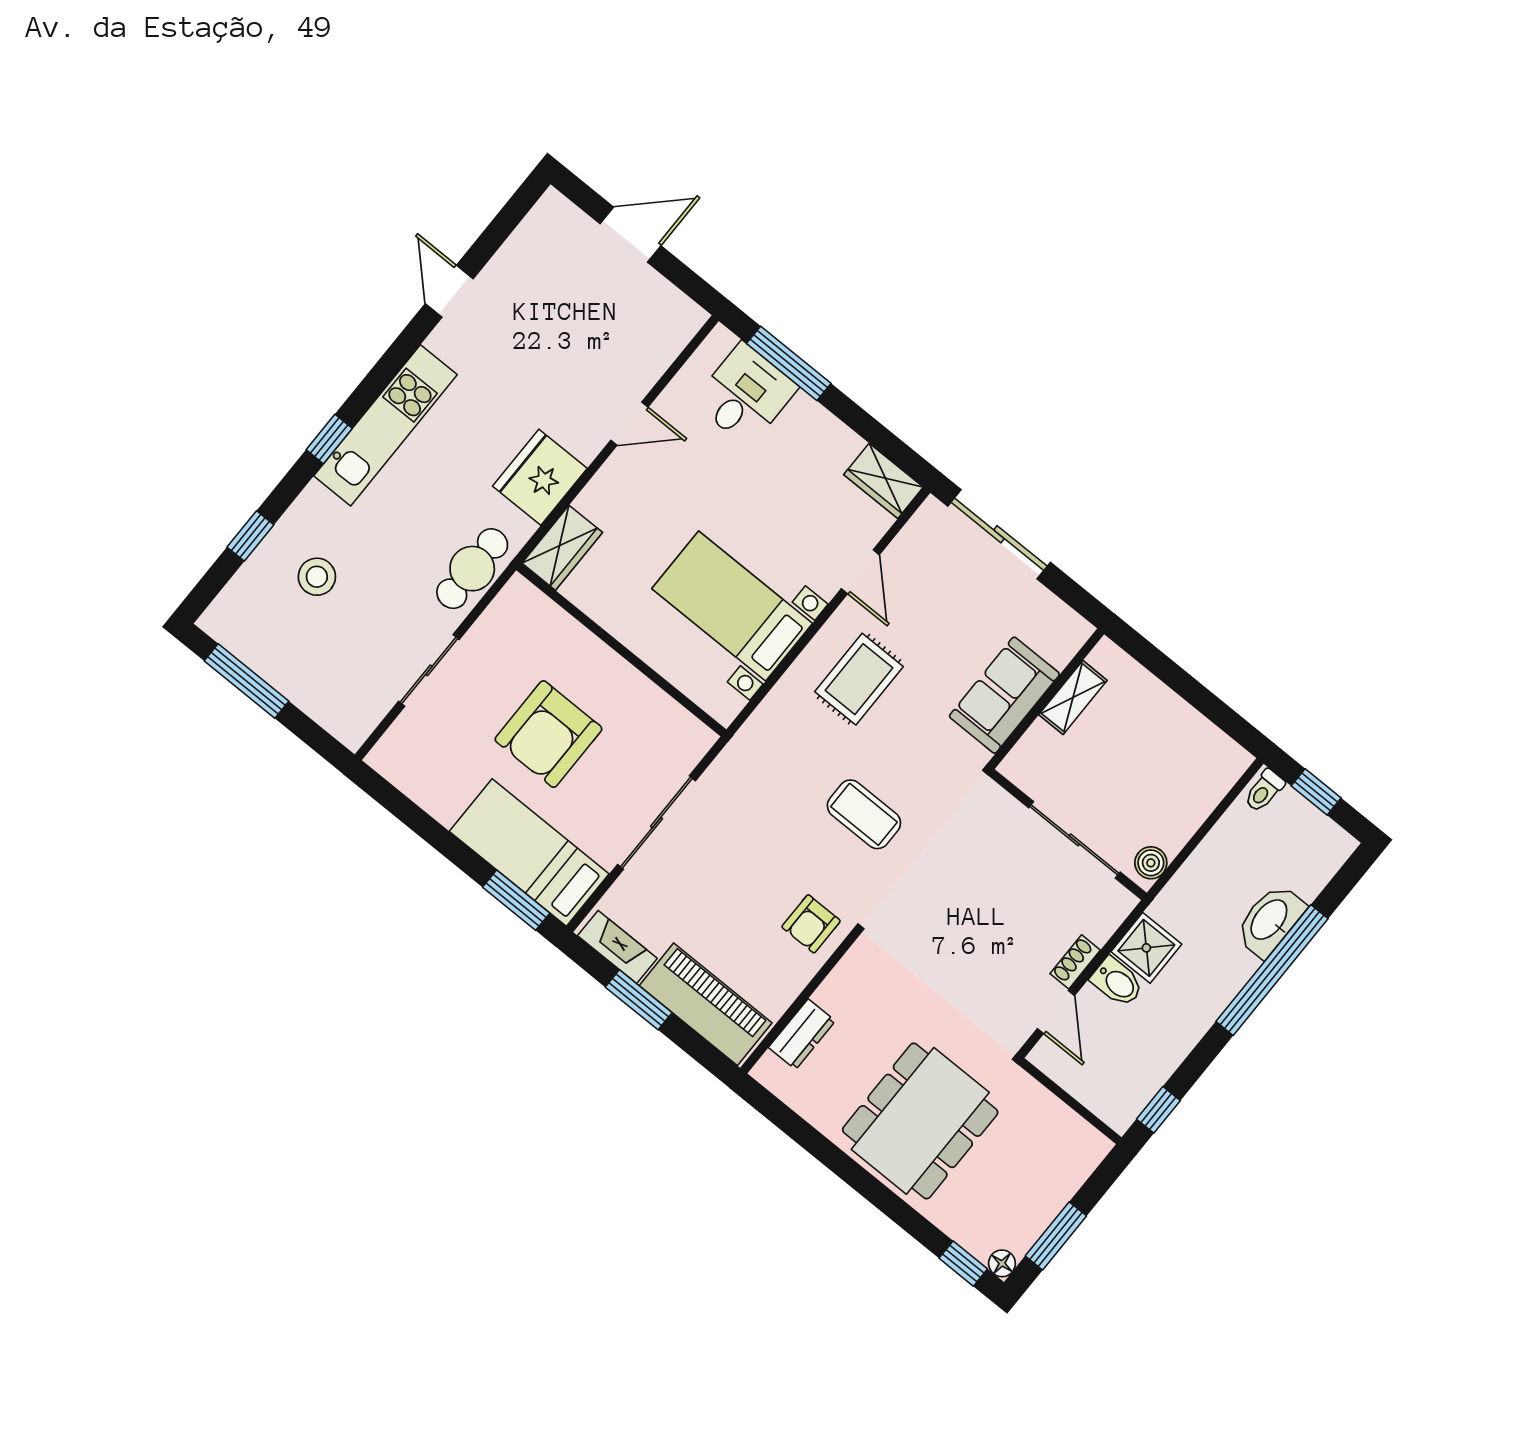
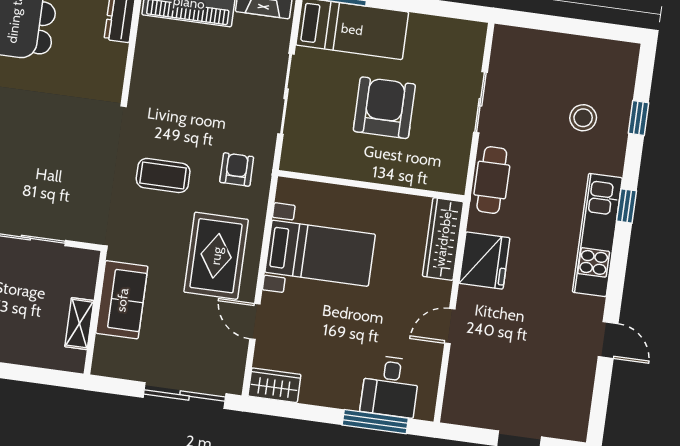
wardrobe: (562, 548) -> (443, 239), width x1.50
rug: (859, 679) -> (216, 256), width x1.36, depth x1.43
window: (246, 681) -> (587, 28), removed
armchair: (811, 924) -> (237, 169), moved

